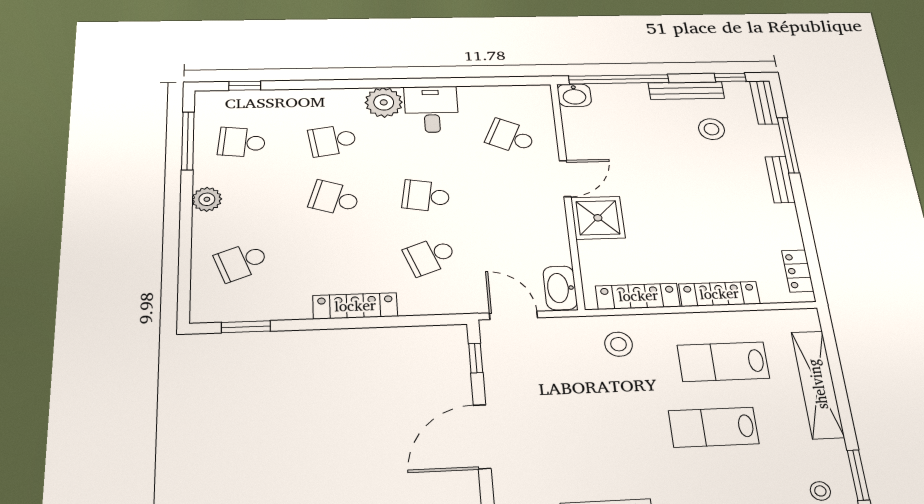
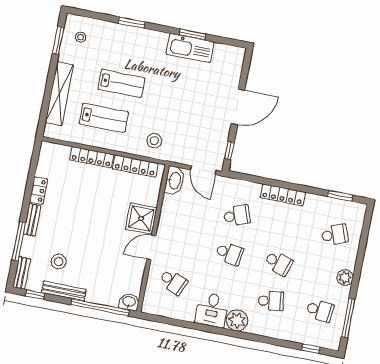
locker: (798, 271) -> (39, 190), moved

